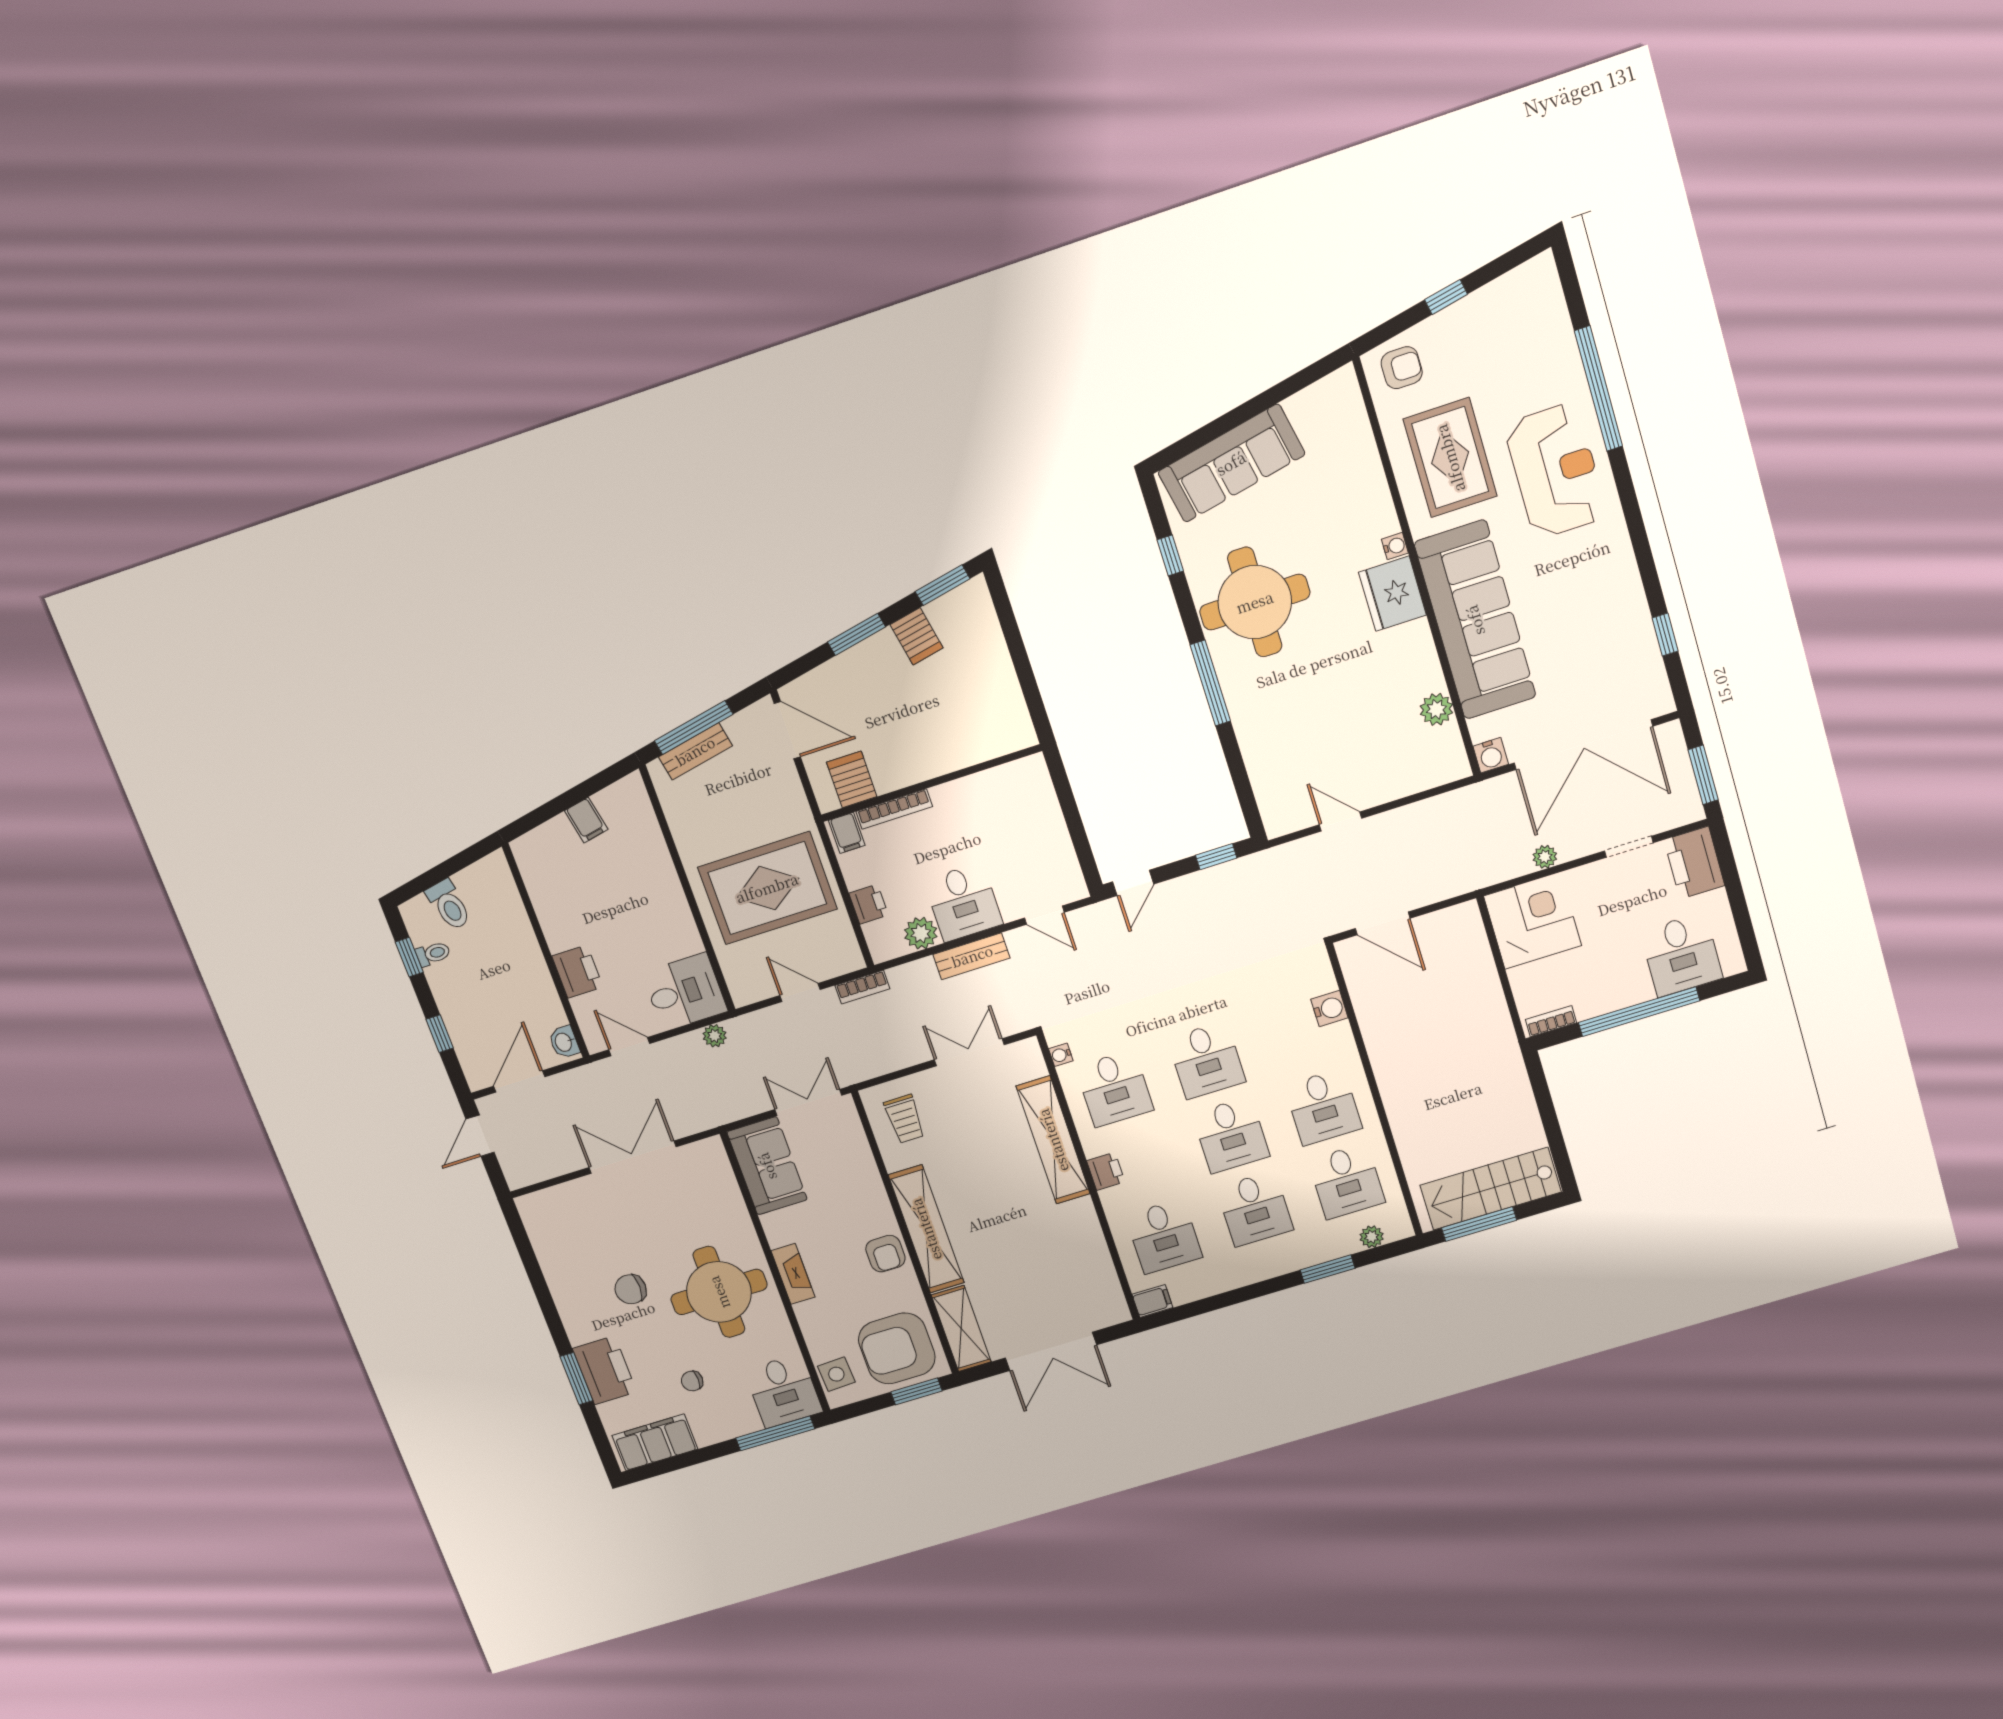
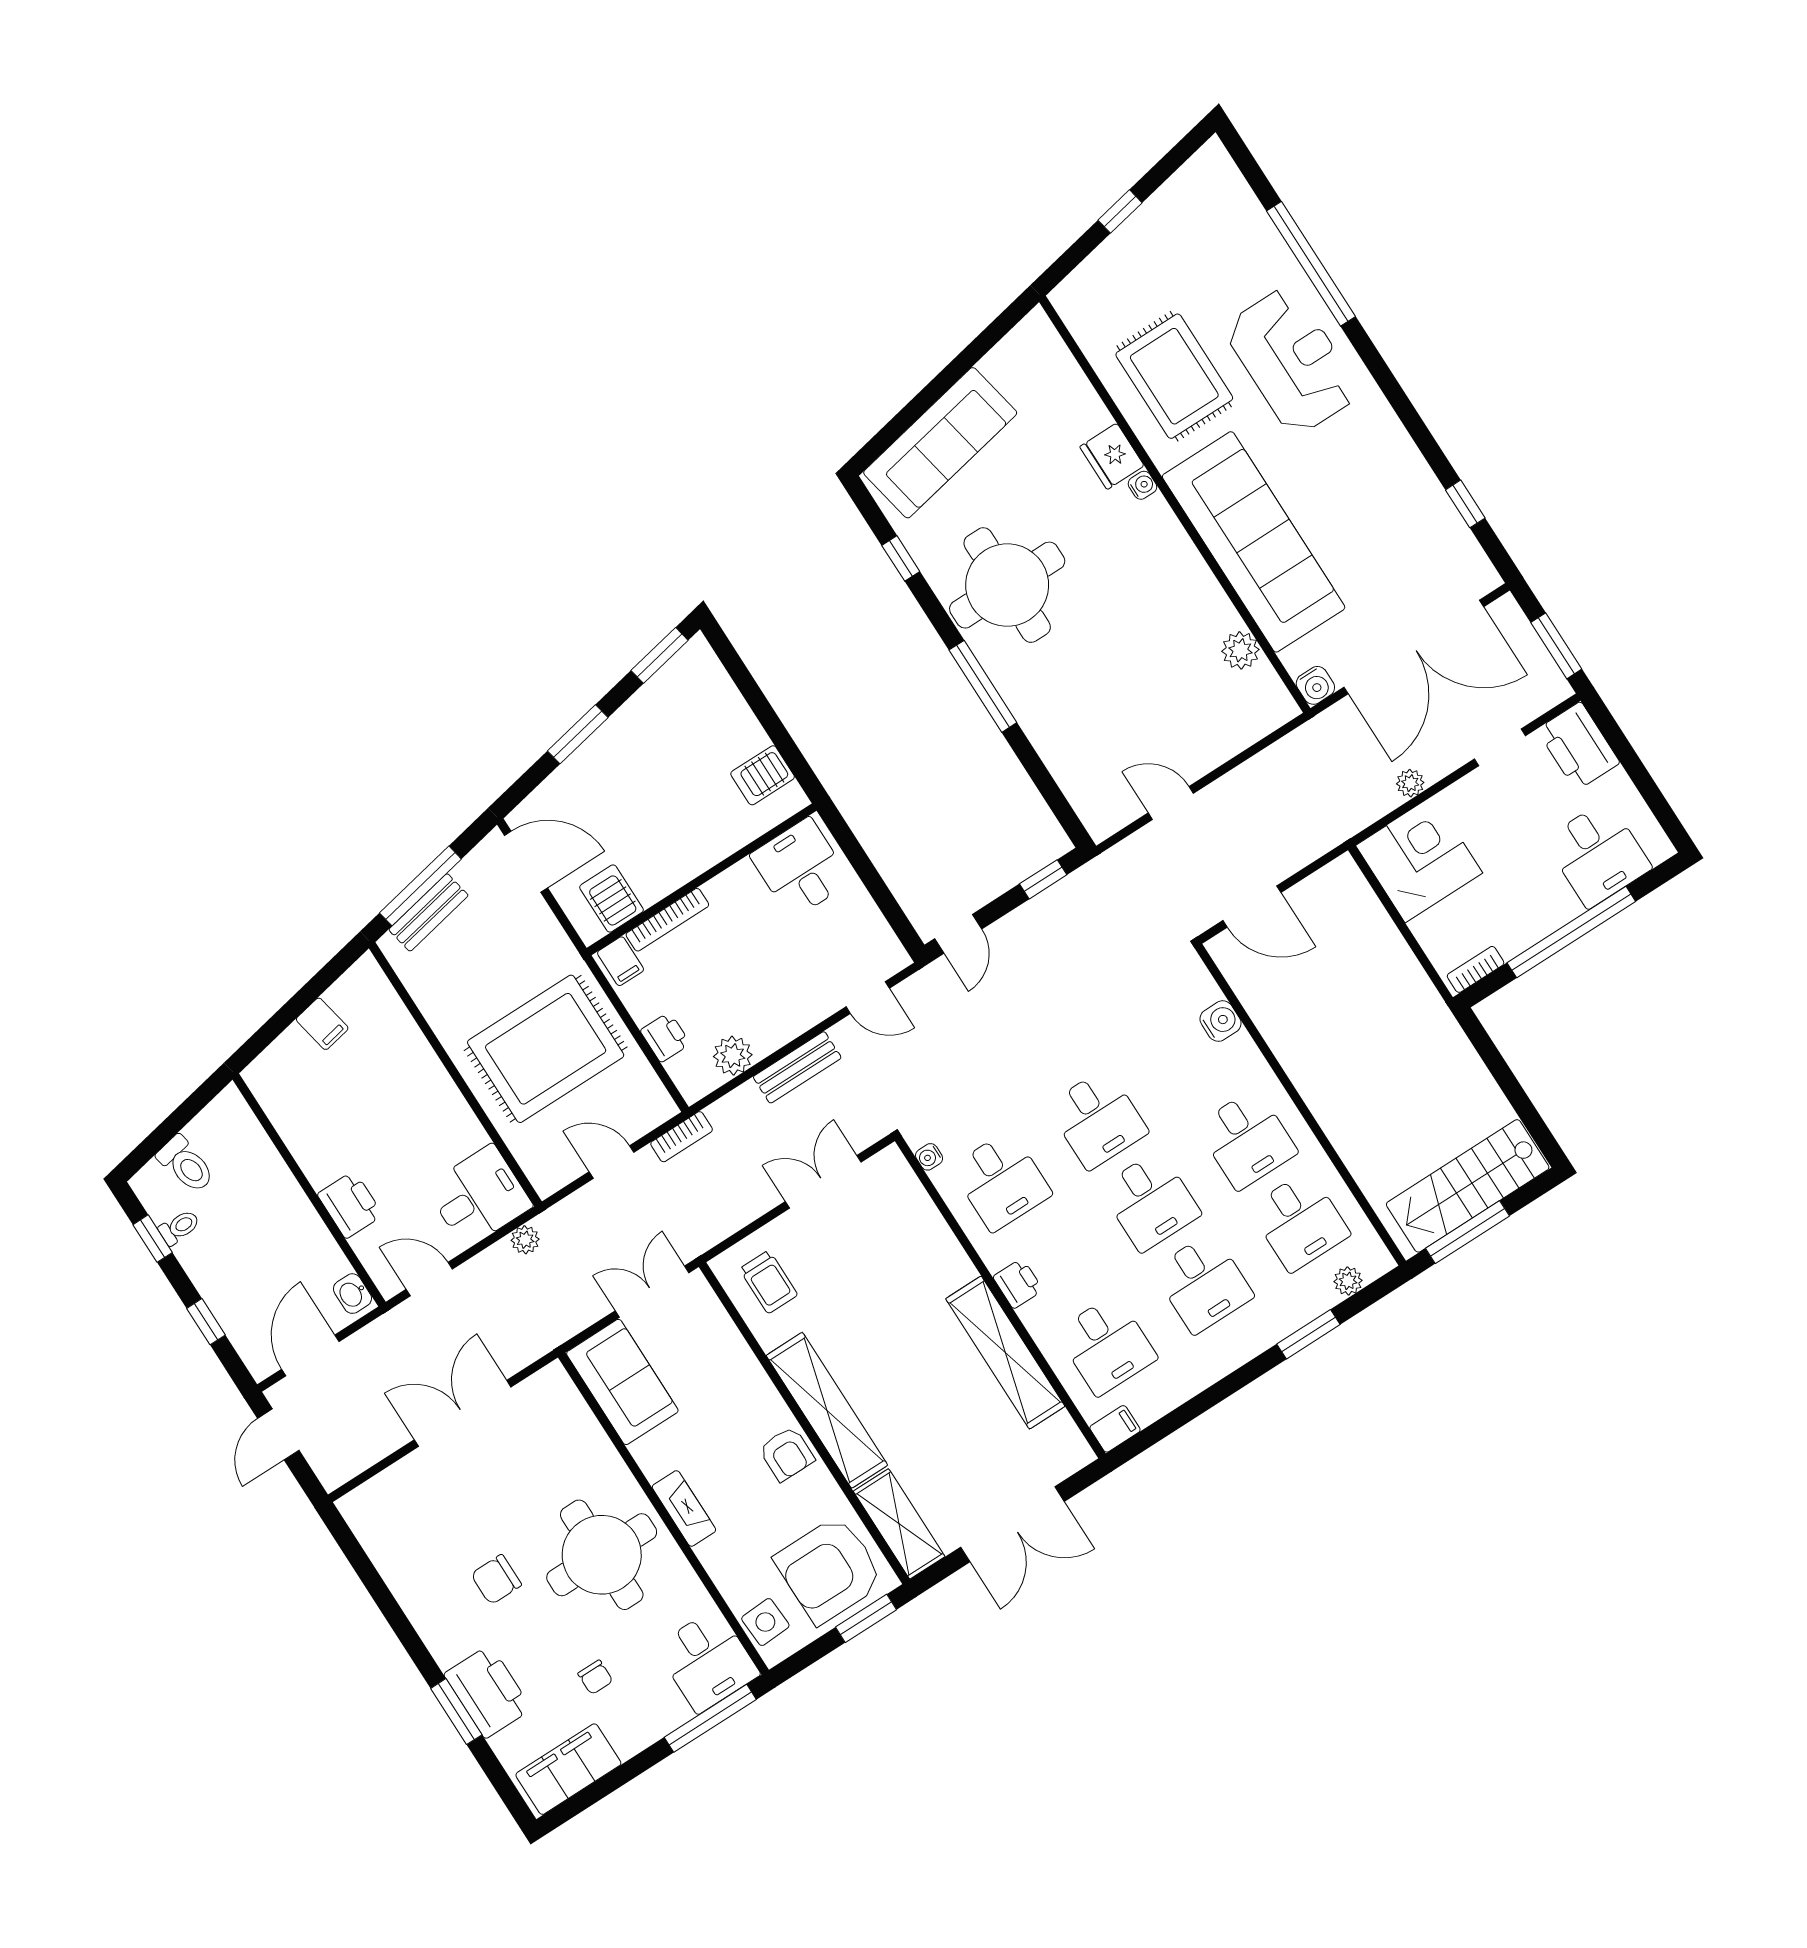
armchair: (1402, 368) -> (1094, 296), removed
fridge: (1392, 594) -> (1112, 456), moved, width x0.73, depth x0.75
server rack: (917, 636) -> (763, 775), moved, turned 101
desk: (963, 902) -> (800, 868), moved, turned 180
shelving: (1053, 1140) -> (1005, 1352), moved
chair: (692, 1381) -> (595, 1677), turned -90

